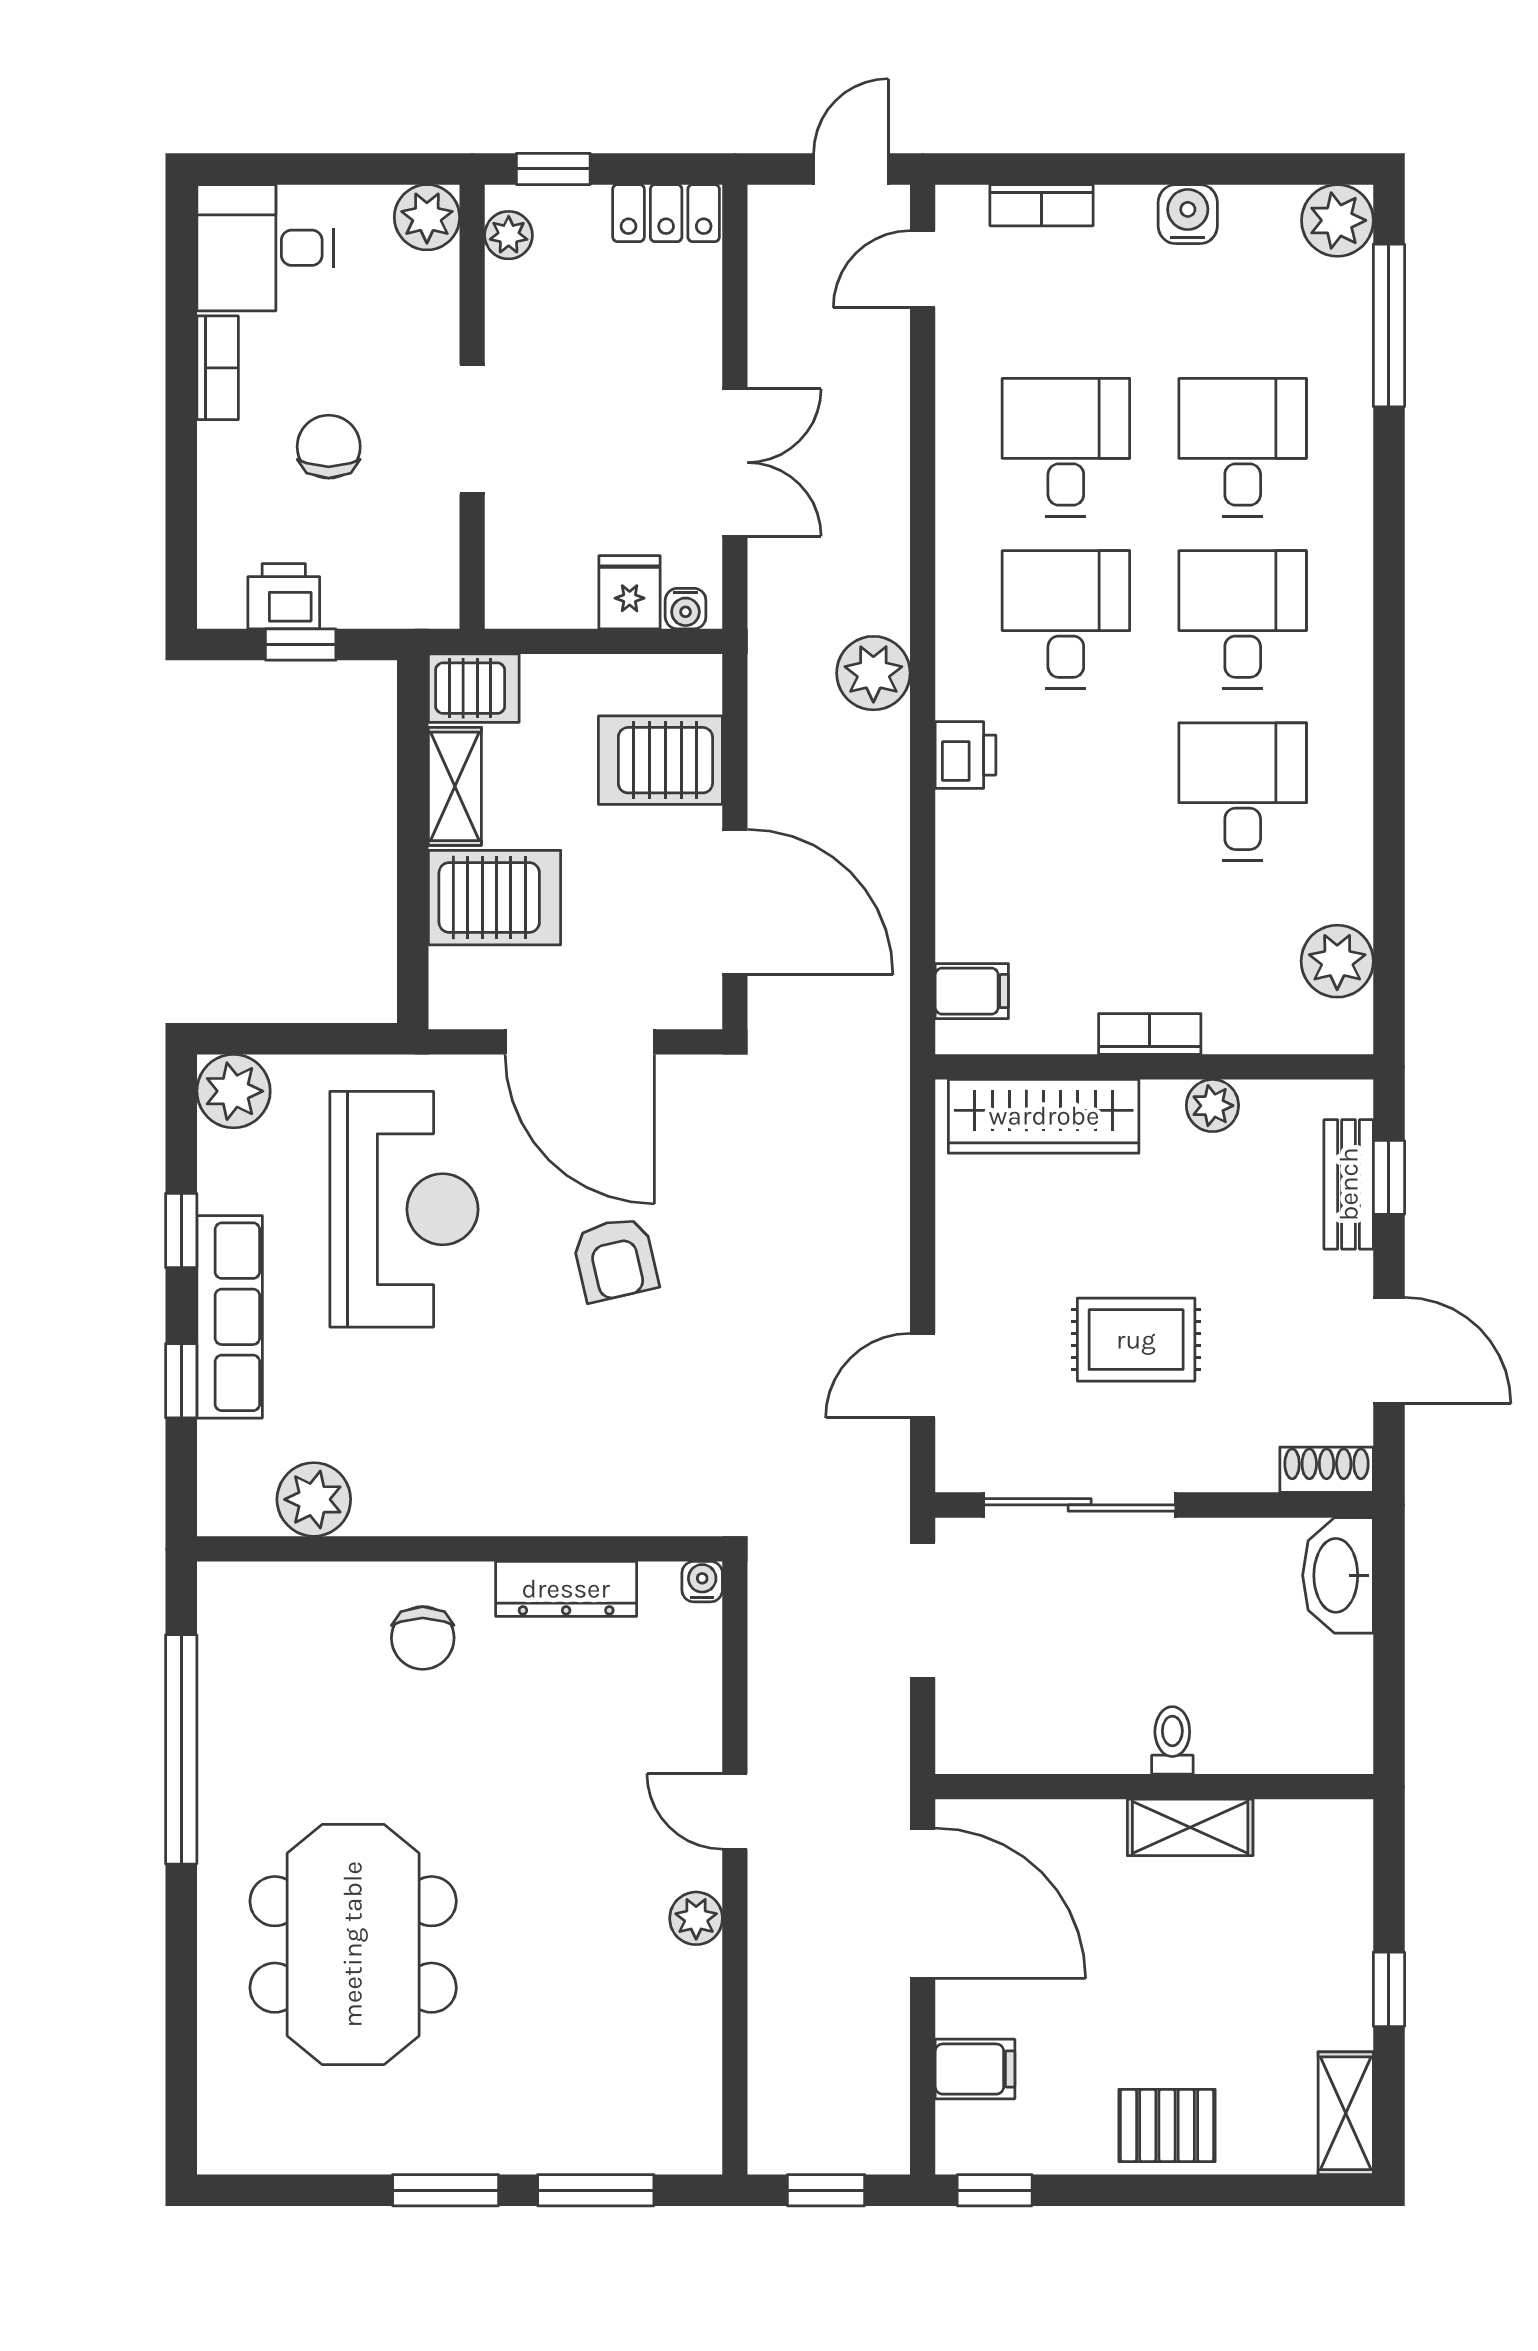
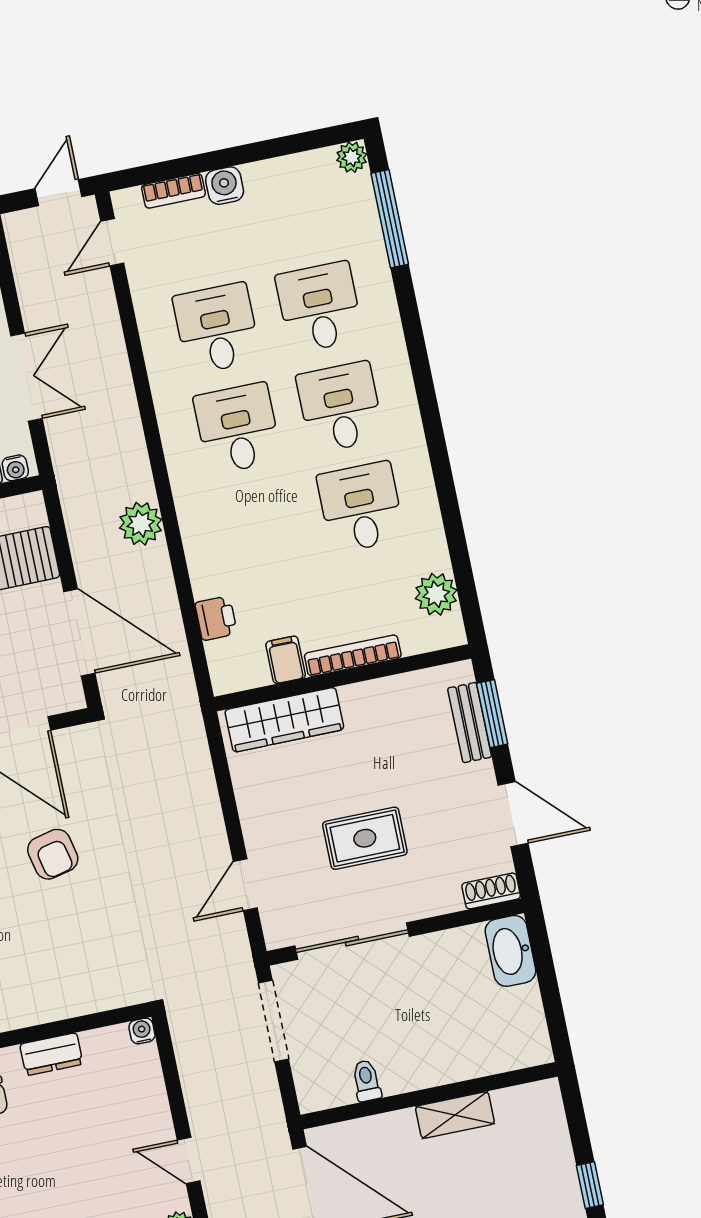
water cooler: (1188, 214) -> (225, 186), moved
plant: (1337, 220) -> (352, 157), width x0.73, depth x0.73
plant: (873, 673) -> (141, 524), moved
printer: (965, 755) -> (216, 618), moved
filing cabinet: (972, 991) -> (286, 660), moved, turned -90
bookcase: (1150, 1034) -> (353, 656), width x1.56
plant: (1212, 1106) -> (381, 693), removed
window: (1389, 1177) -> (492, 714), width x1.50
dresser: (566, 1589) -> (51, 1054), width x0.70
toilet: (1172, 1740) -> (367, 1081), moved

